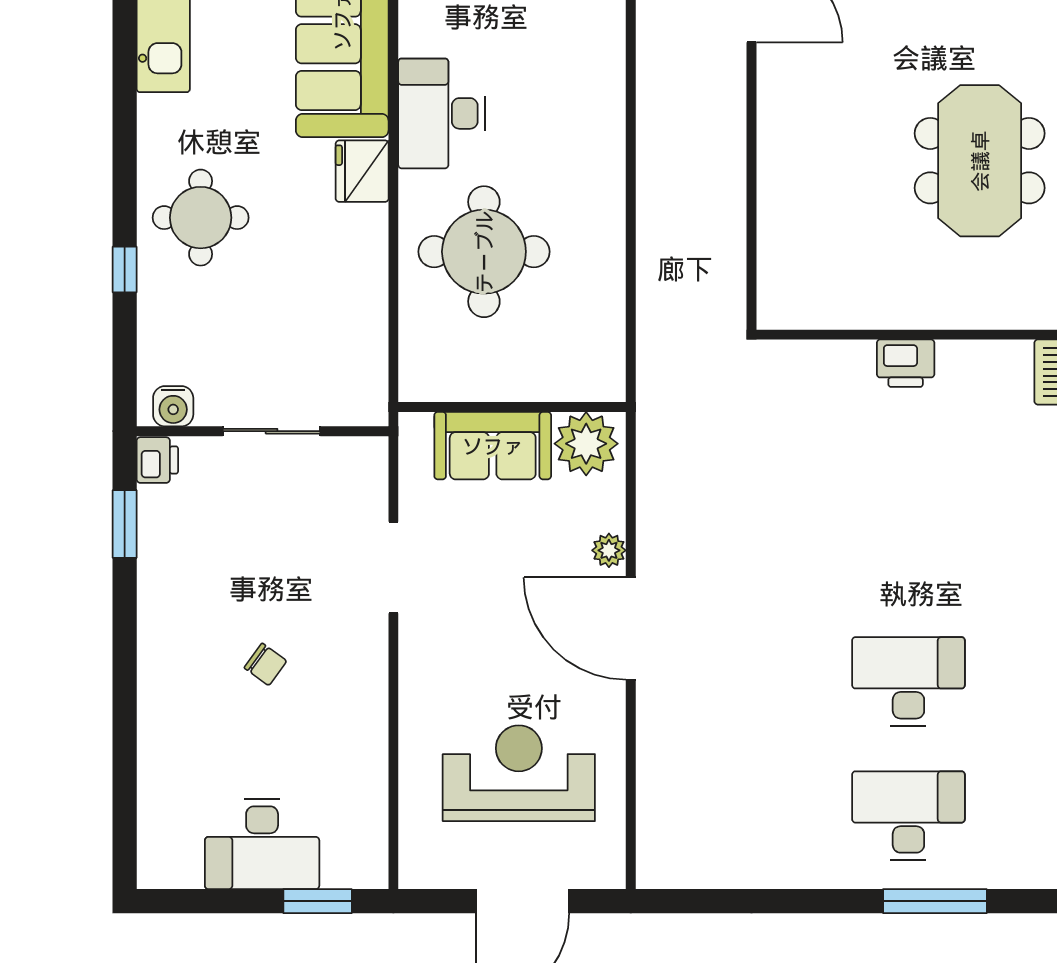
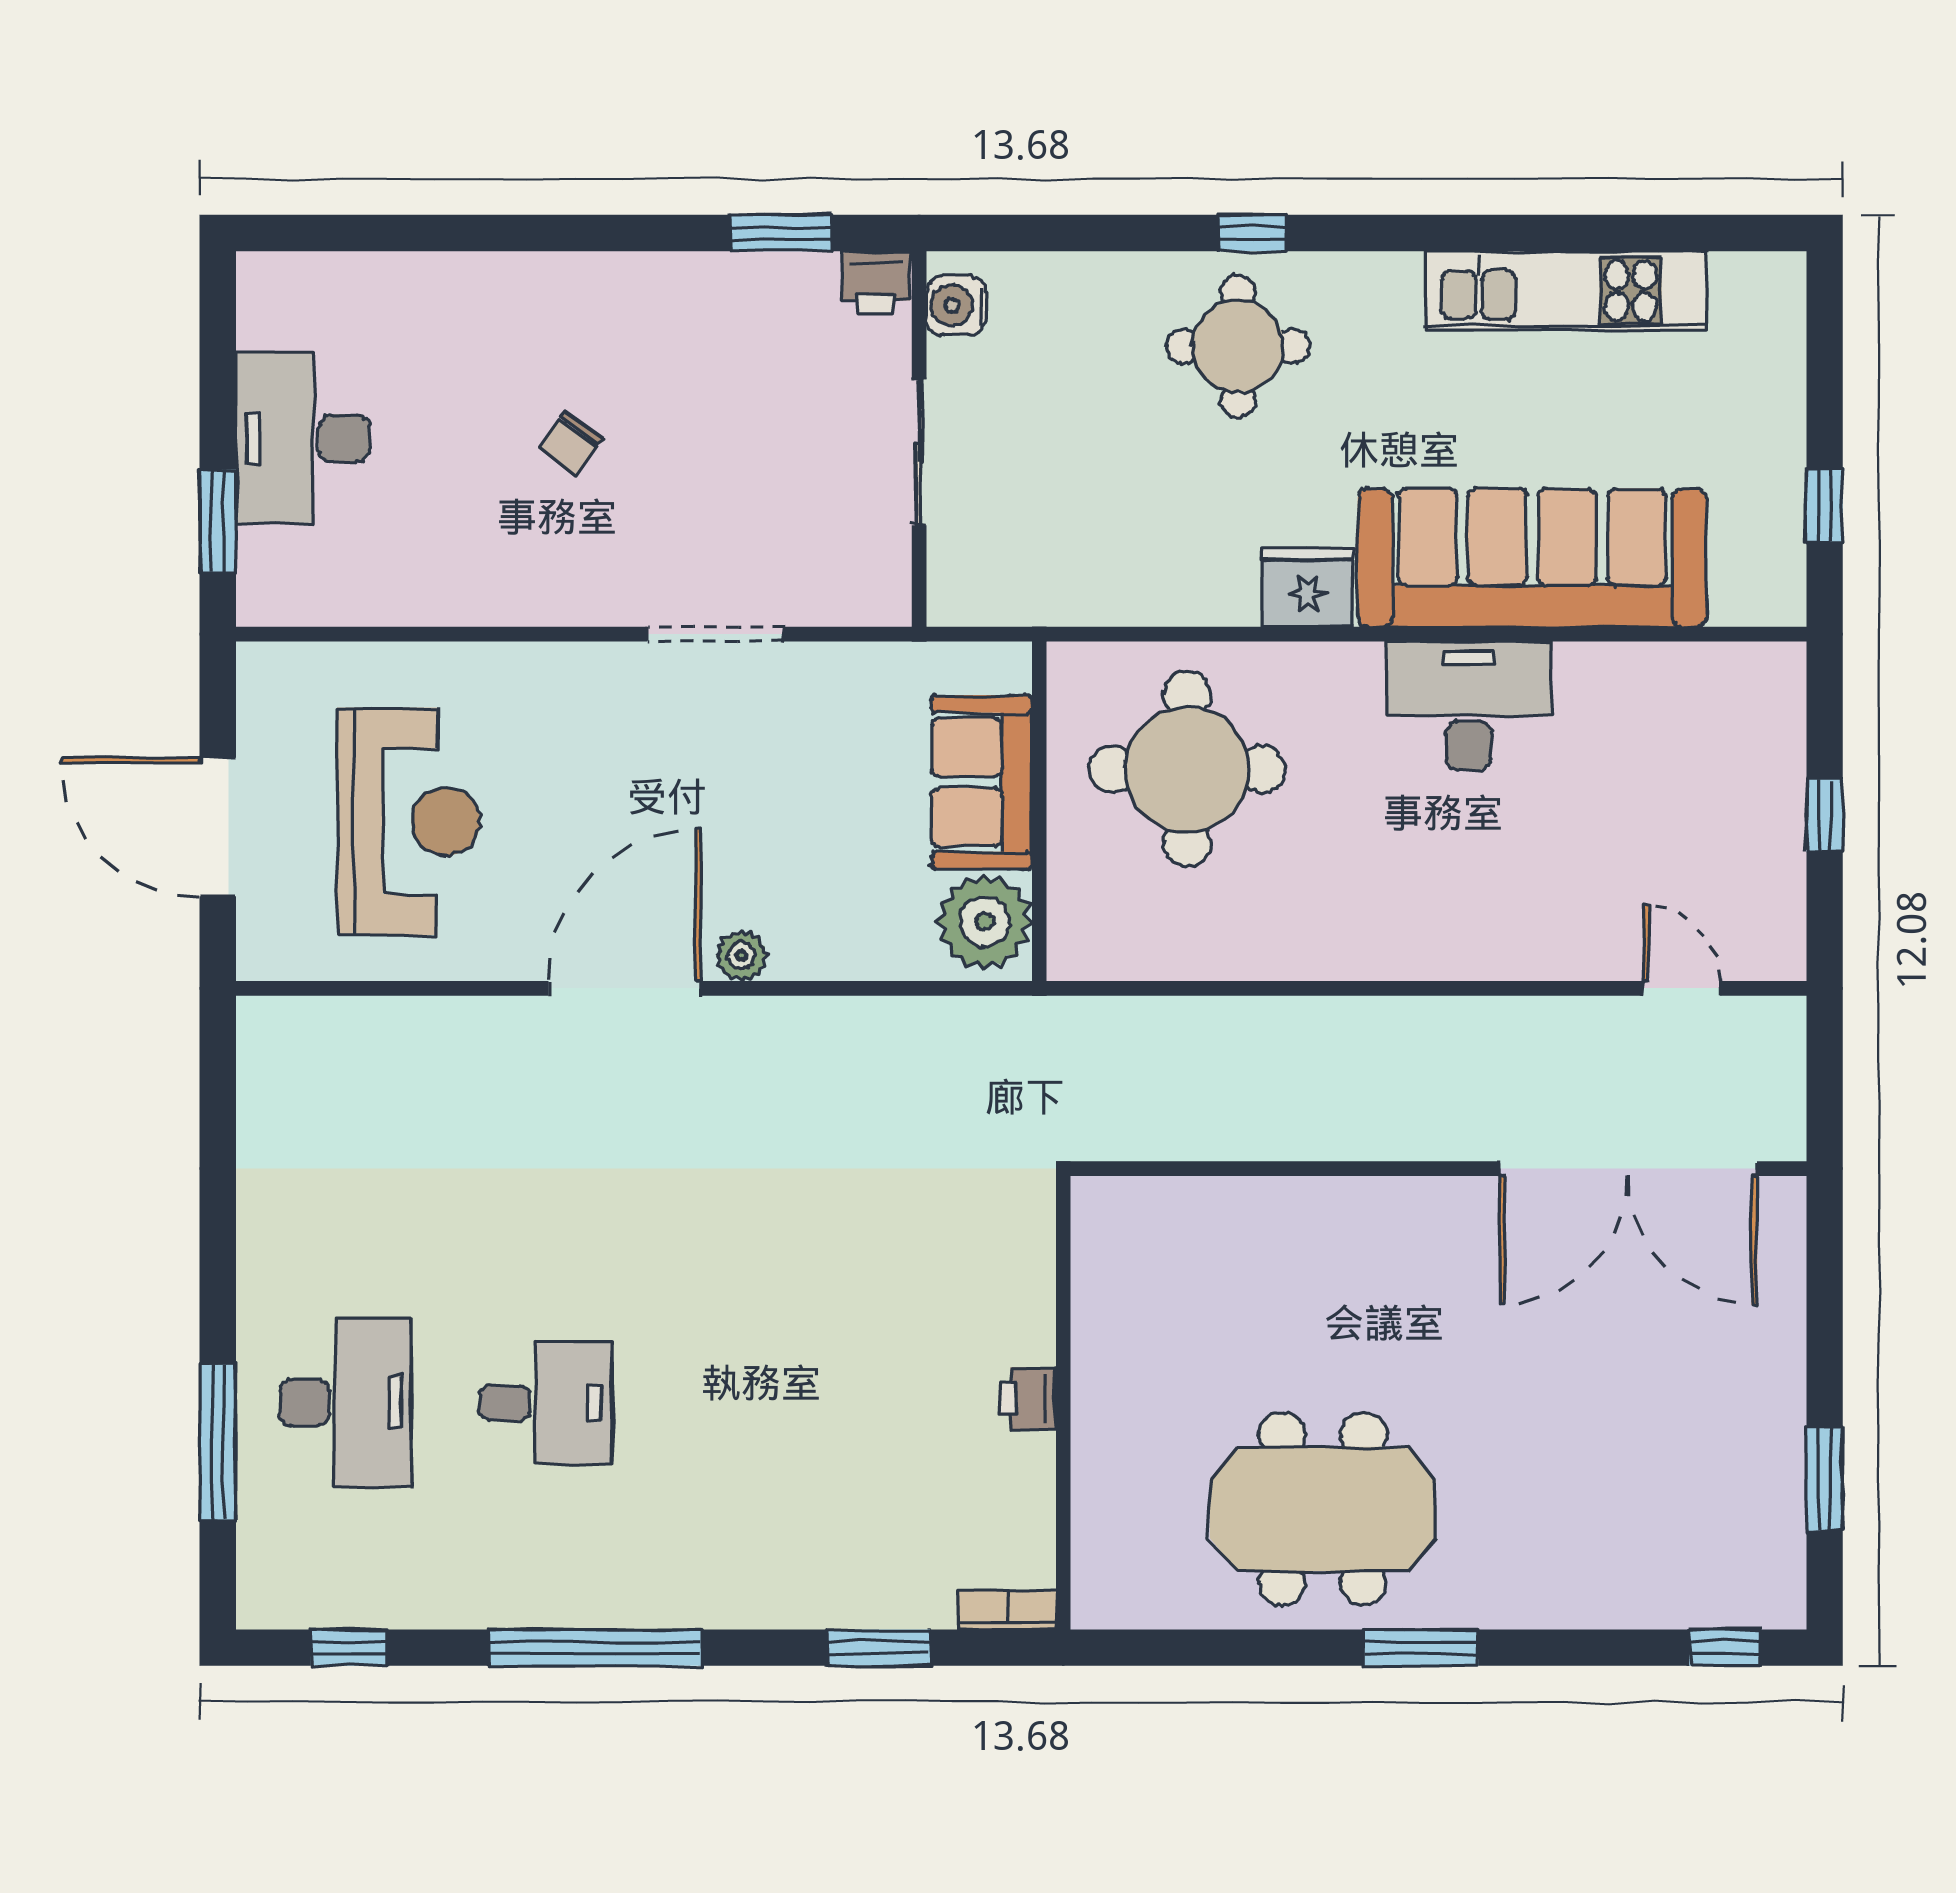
desk: (441, 113) -> (1469, 706), moved
window: (125, 270) -> (1253, 233), moved
printer: (906, 363) -> (1027, 1398), width x0.73, depth x0.81
wall: (512, 407) -> (1039, 811), moved
plant: (586, 444) -> (984, 922), moved
sofa: (493, 446) -> (982, 782), moved
desk: (908, 681) -> (546, 1403), width x0.73

